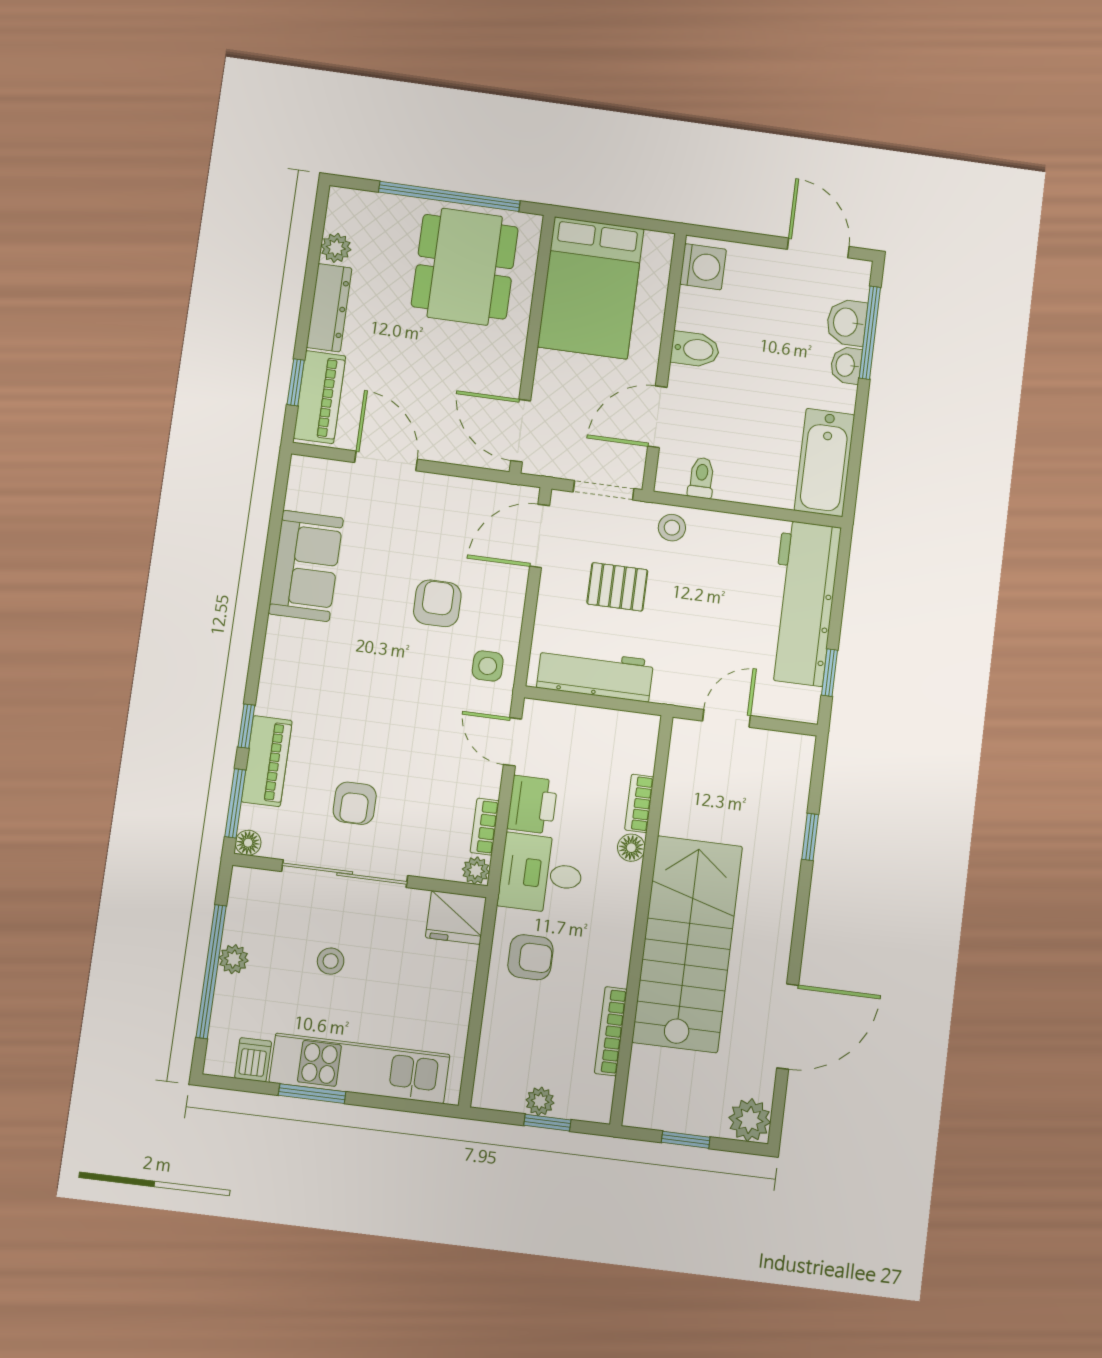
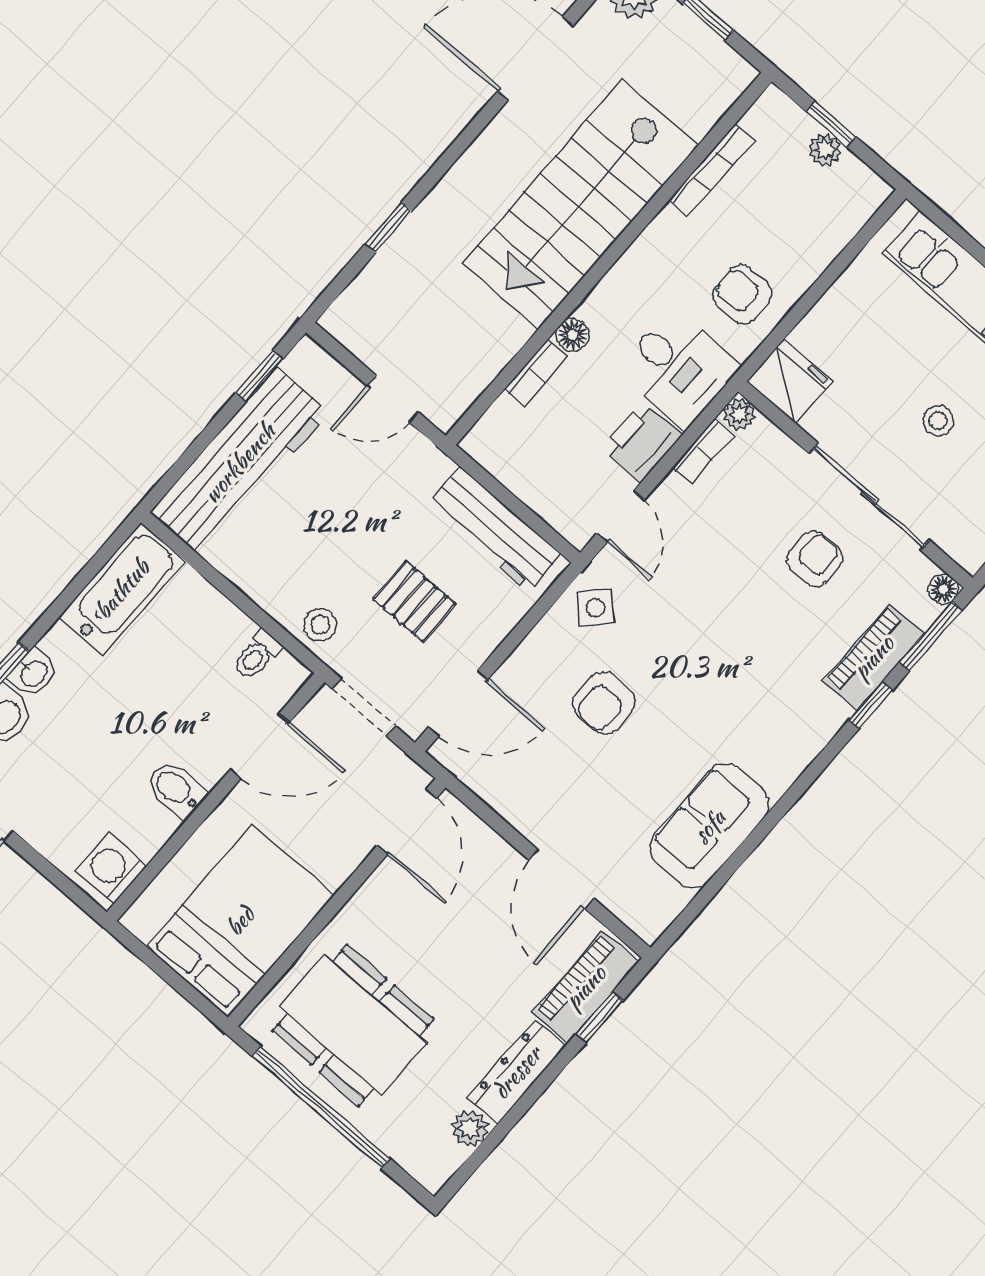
dining table: (465, 267) -> (353, 1025), turned 90
side table: (488, 666) -> (595, 608), turned 45

